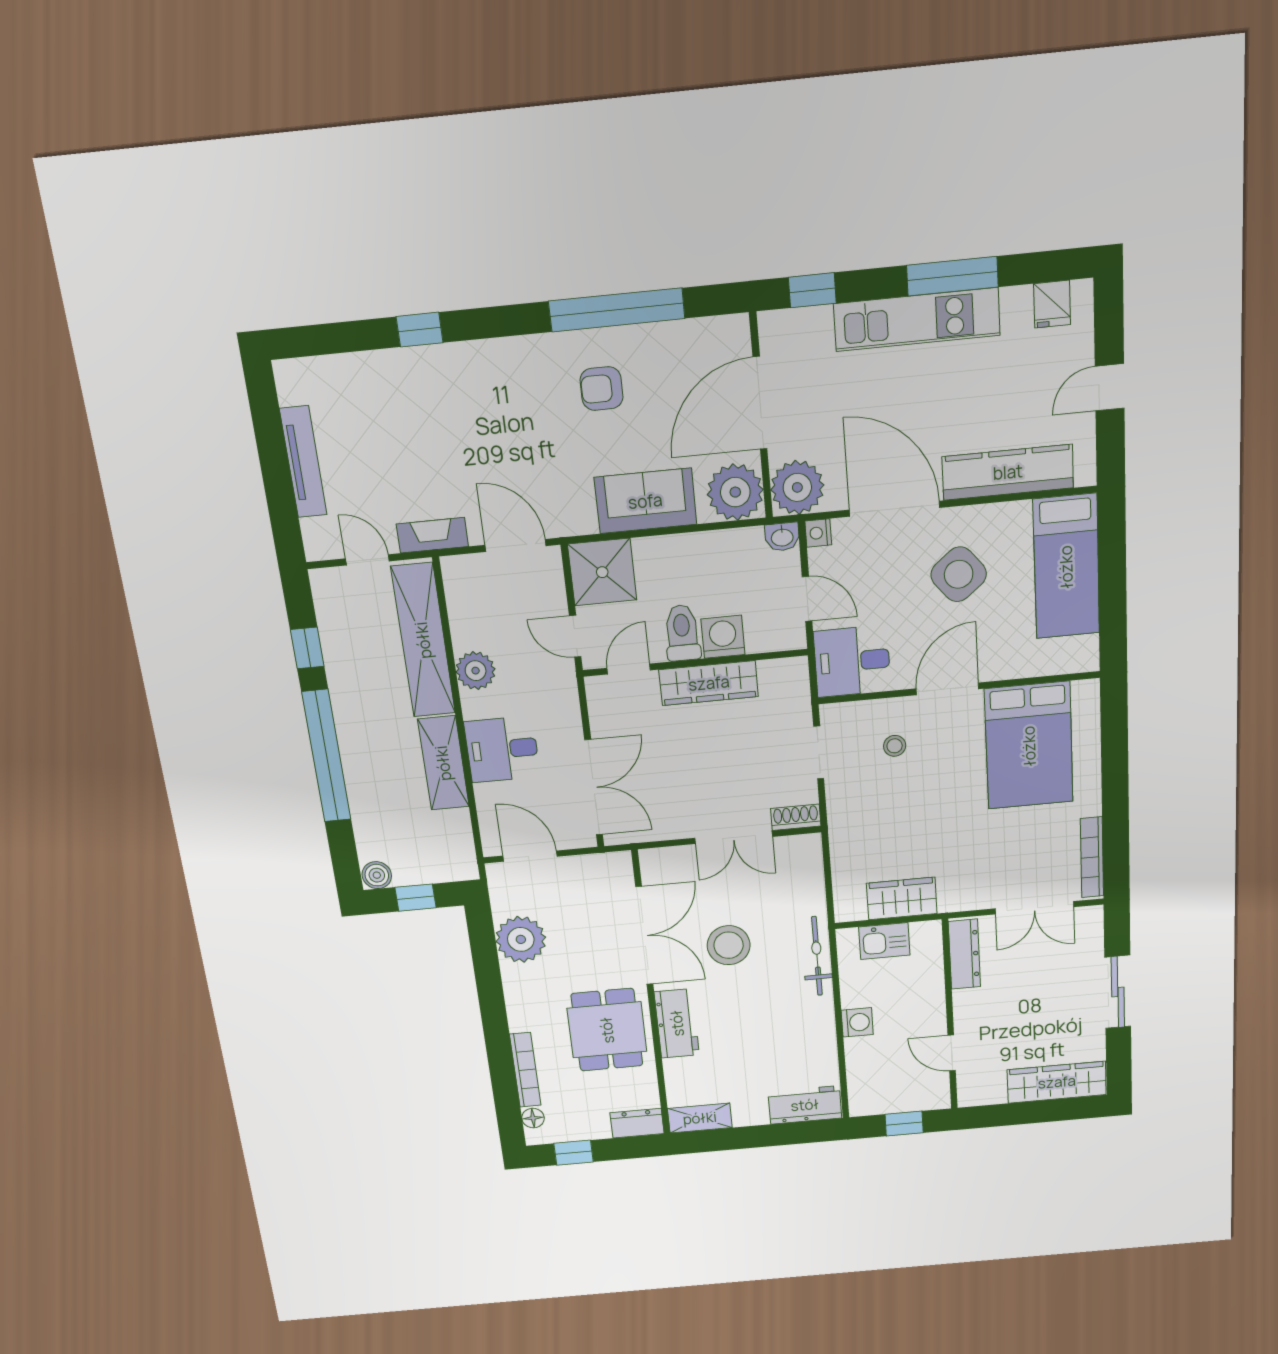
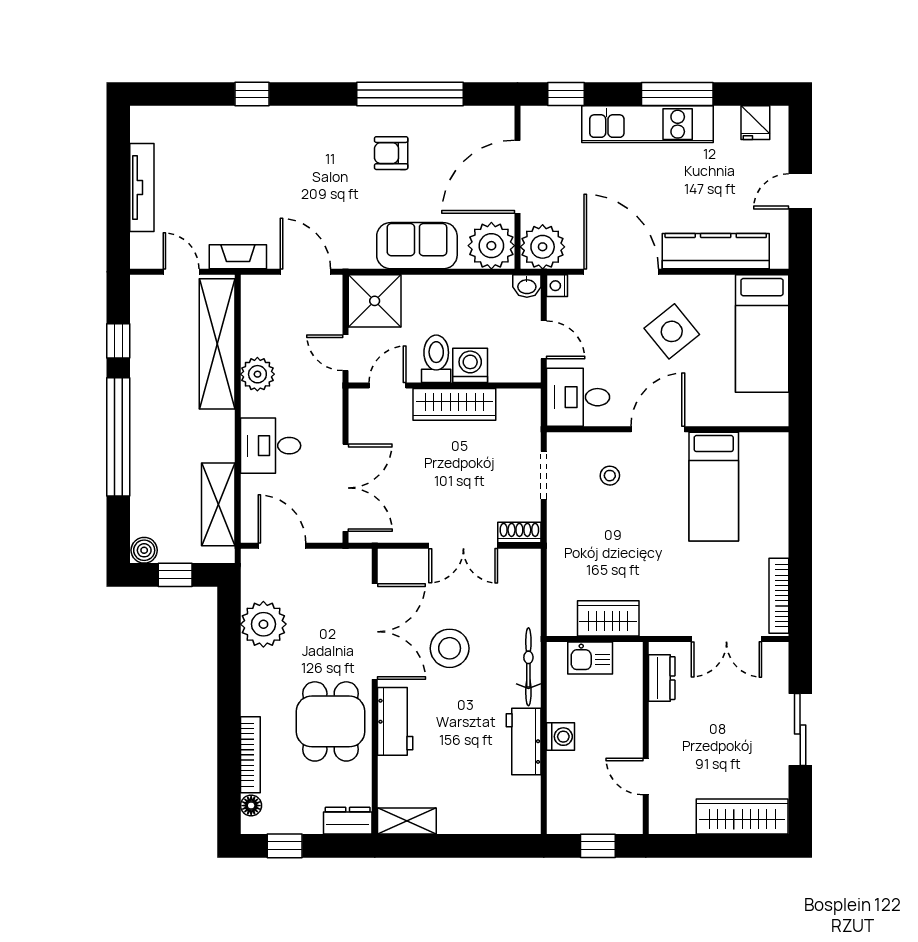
bed: (1029, 746) -> (714, 487), width x0.67
shelving: (443, 763) -> (218, 504), moved
dresser: (964, 954) -> (662, 678), width x0.70
workbench: (805, 1105) -> (524, 742), moved, turned -90

